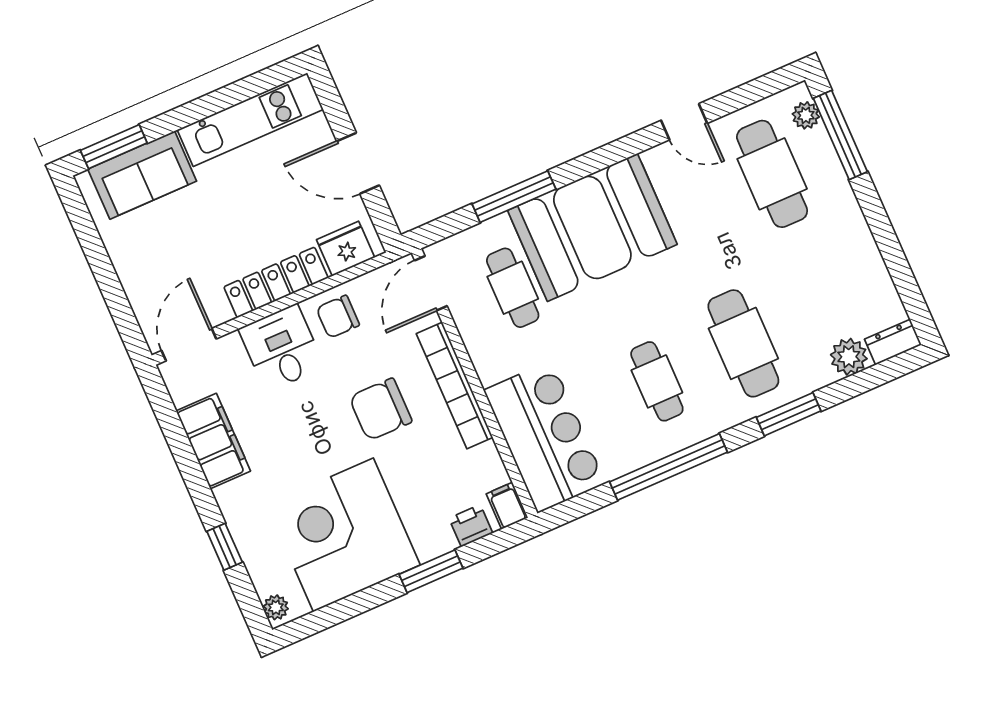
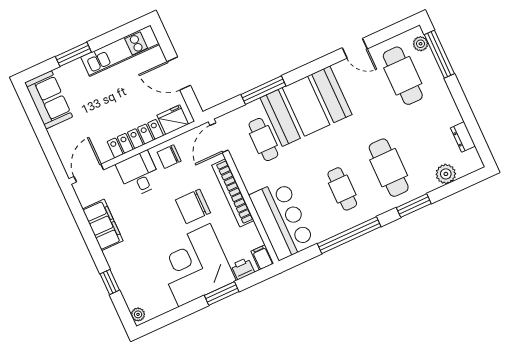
window: (114, 147) -> (73, 54), moved
sofa: (142, 175) -> (49, 100), moved, turned -90
dresser: (893, 342) -> (463, 137), moved, turned -90
corner desk: (343, 535) -> (195, 265), moved

